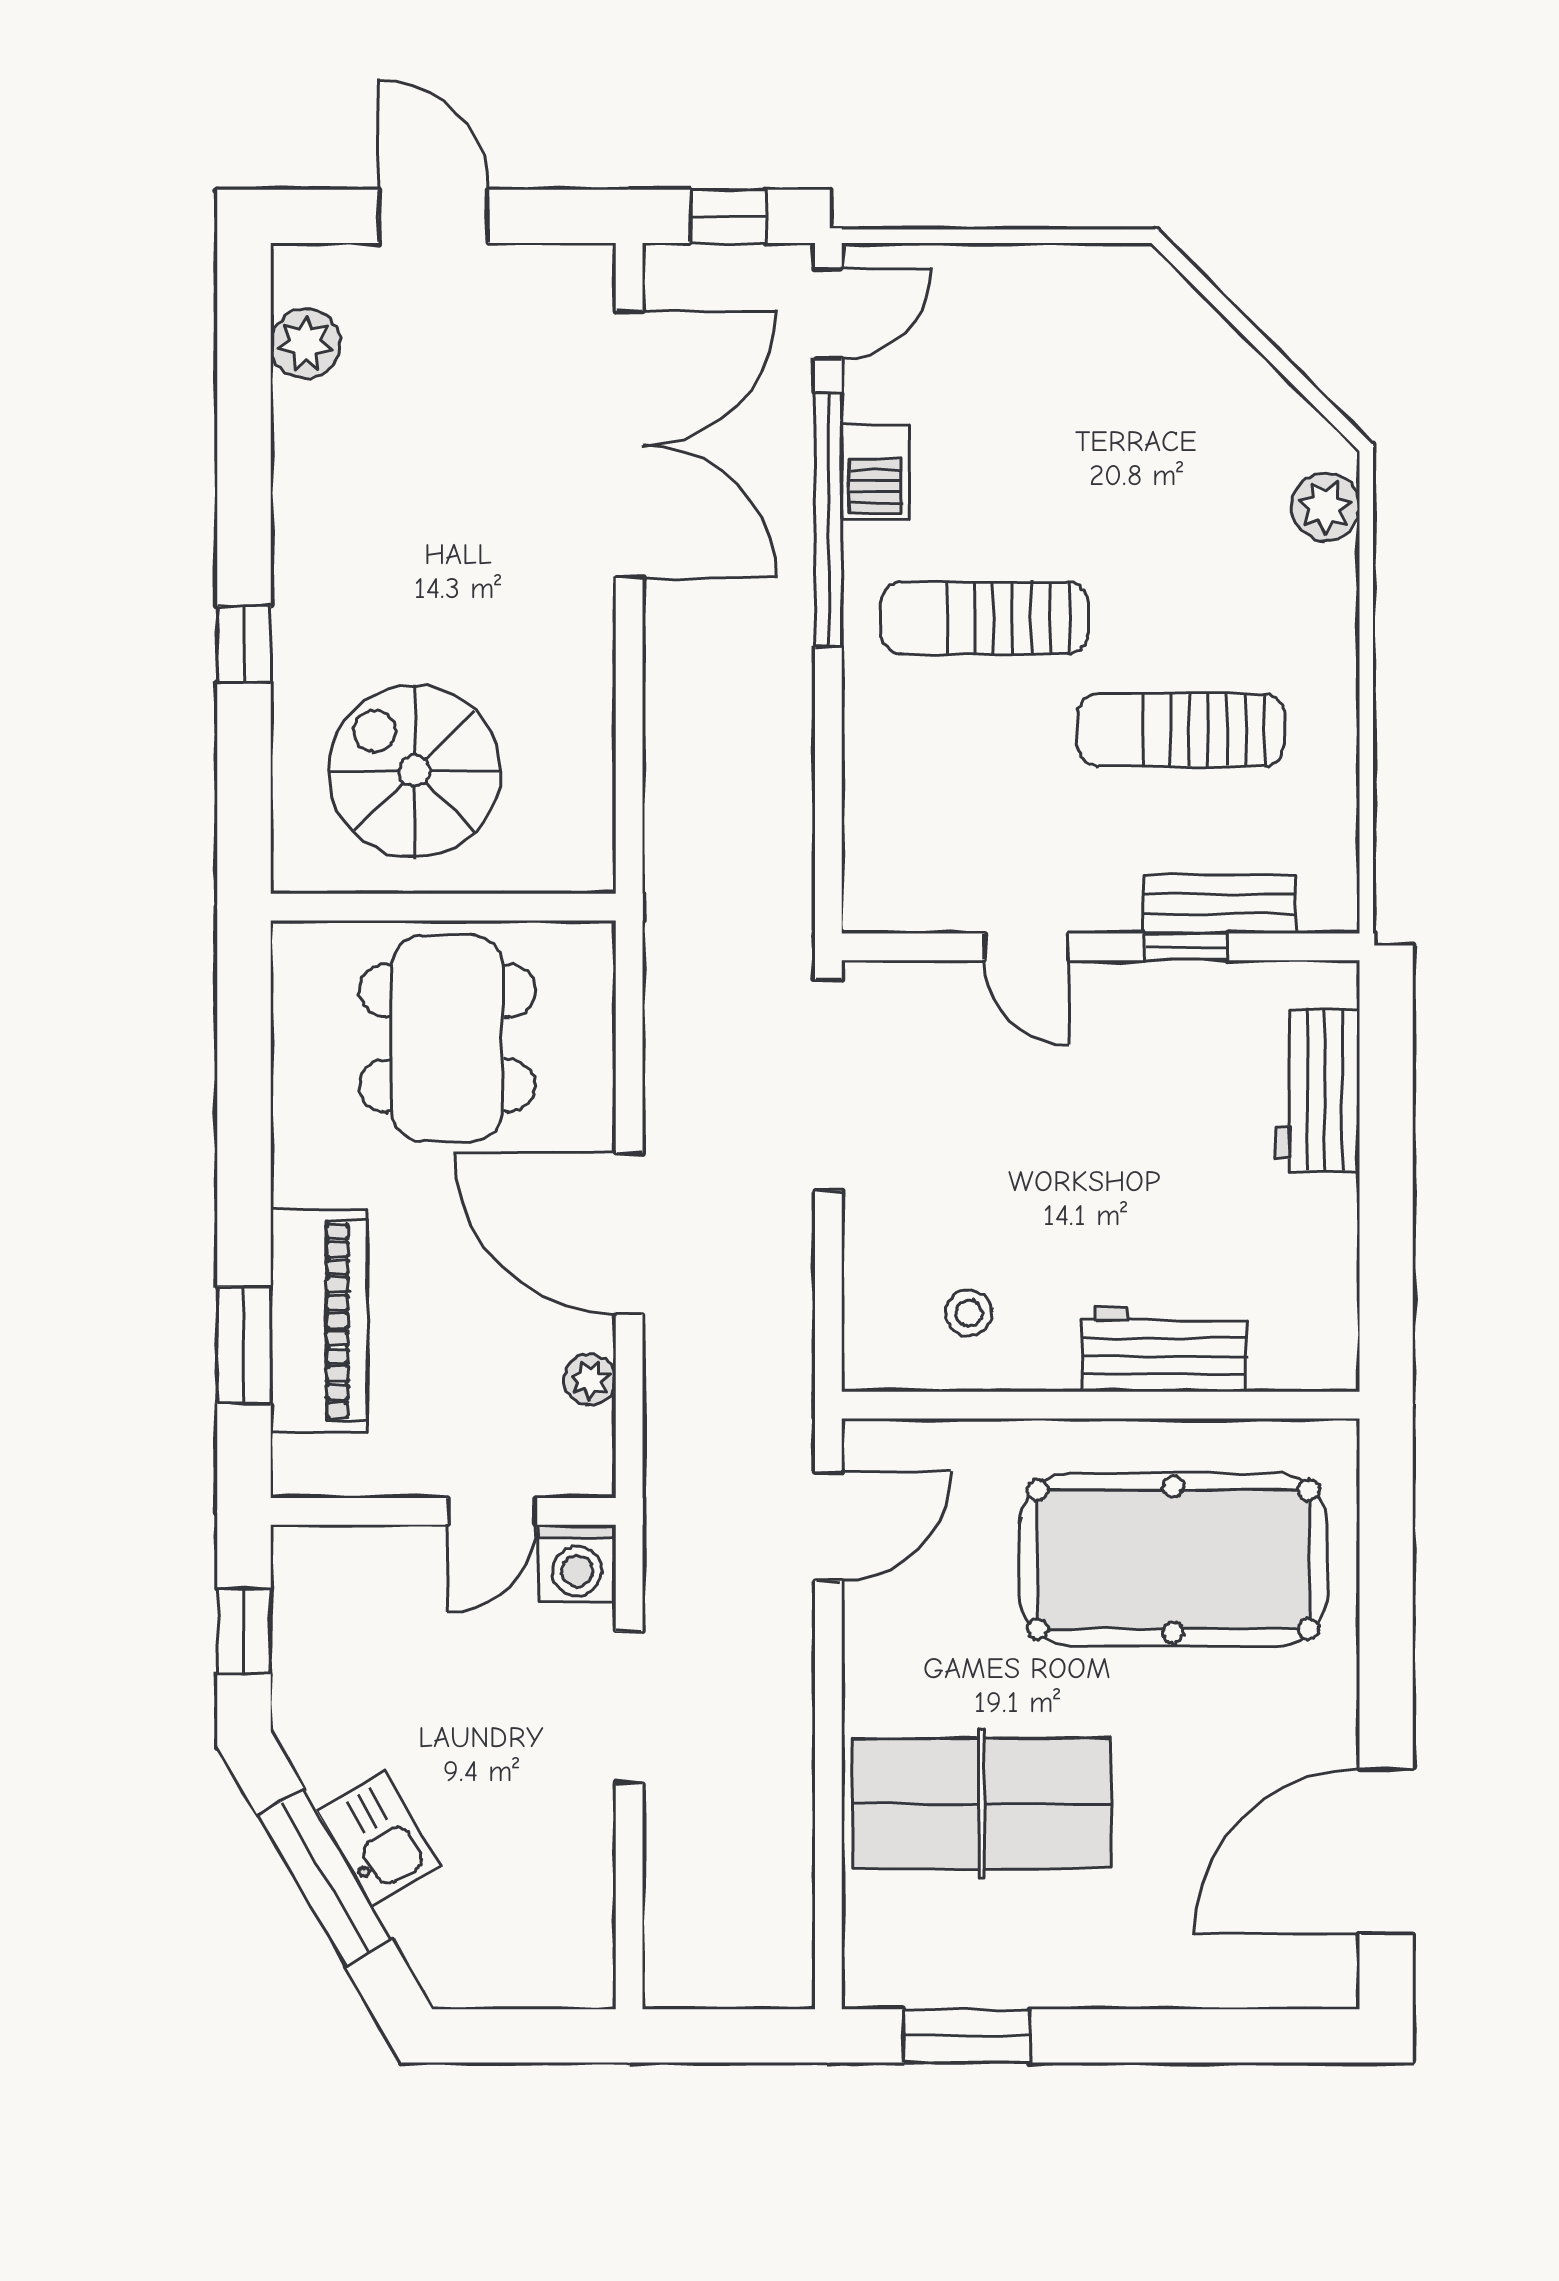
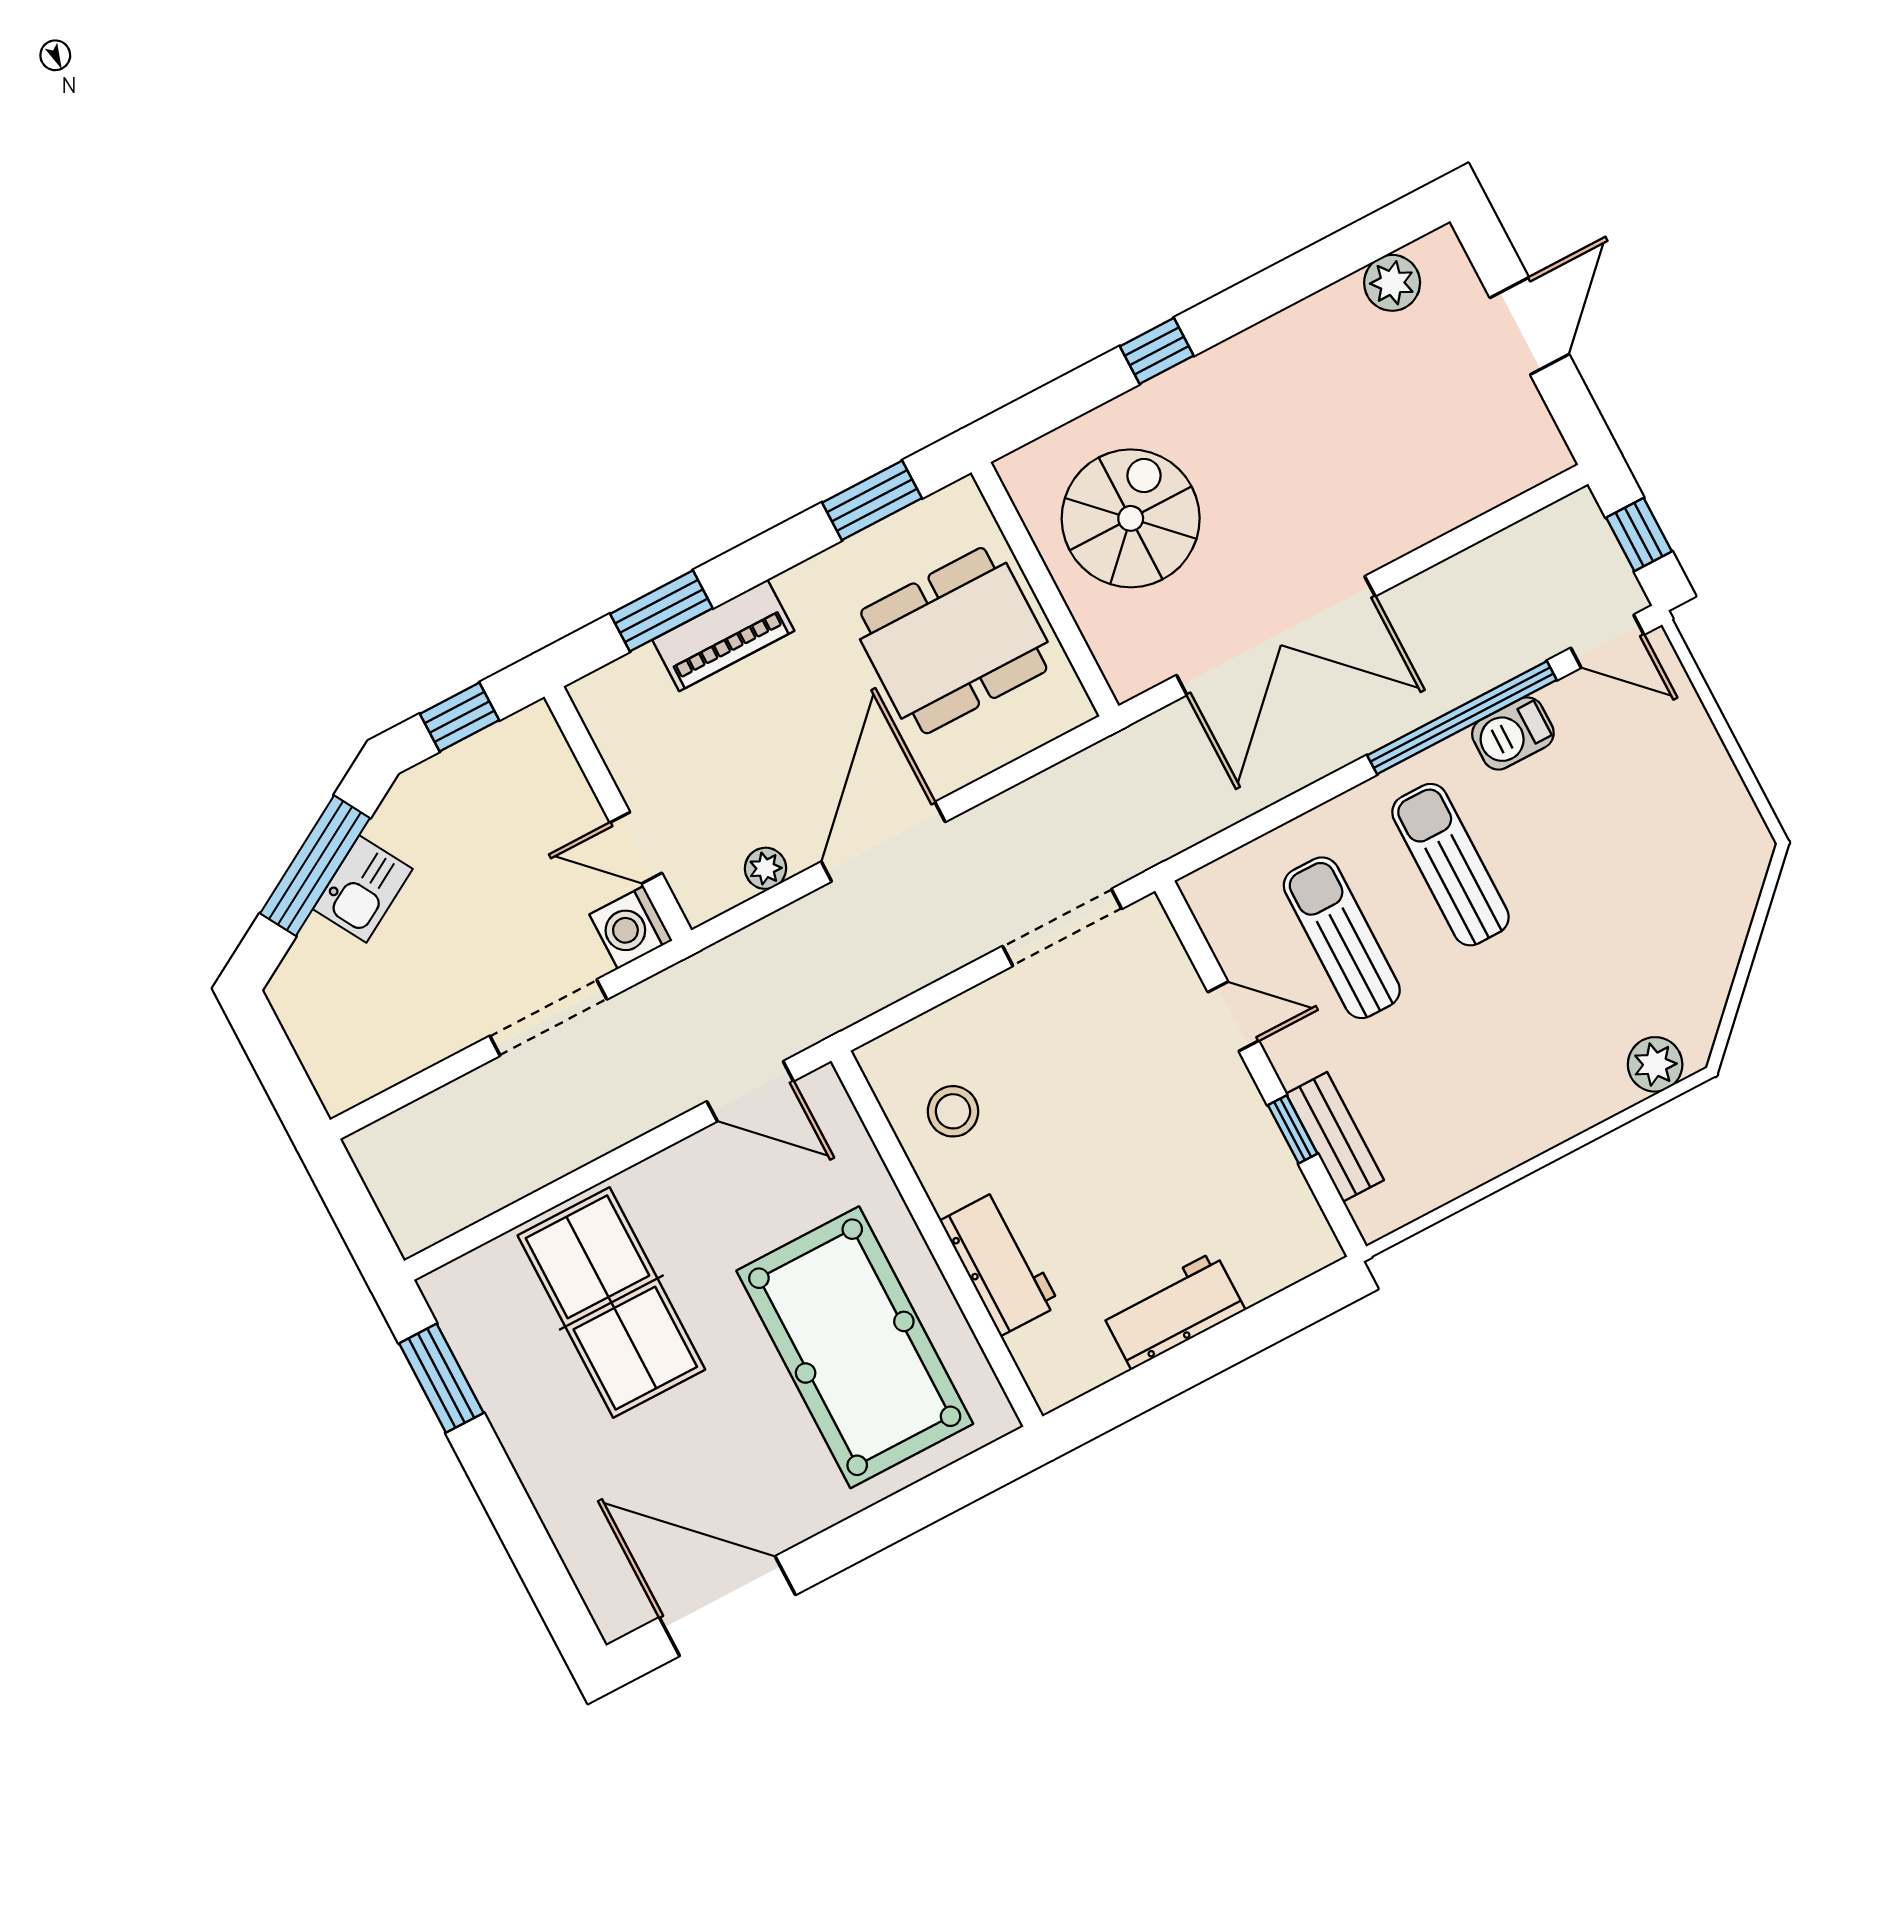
double door: (629, 444) -> (1276, 636), moved
sun lounger: (1181, 730) -> (1342, 938), moved
door: (1027, 947) -> (1233, 1016), swing flipped
window: (244, 1047) -> (872, 500), added
doorway: (828, 1085) -> (1062, 927), width x0.73
workbench: (1318, 1090) -> (1173, 1311), moved
stool: (969, 1313) -> (953, 1111), width x1.37, depth x1.37
piano: (319, 1321) -> (723, 635), width x0.73, depth x0.75

